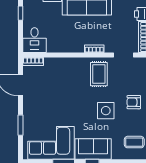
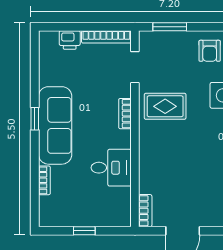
window: (20, 13) -> (84, 231), moved
desk: (34, 40) -> (111, 168), moved

